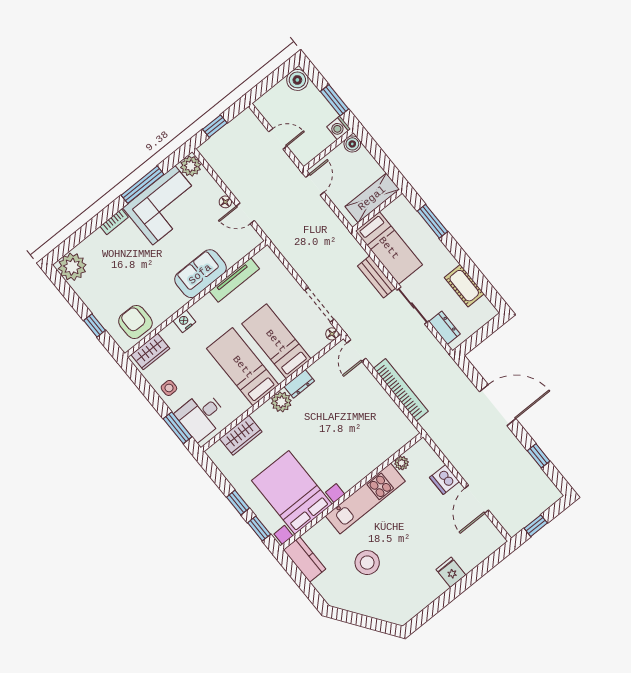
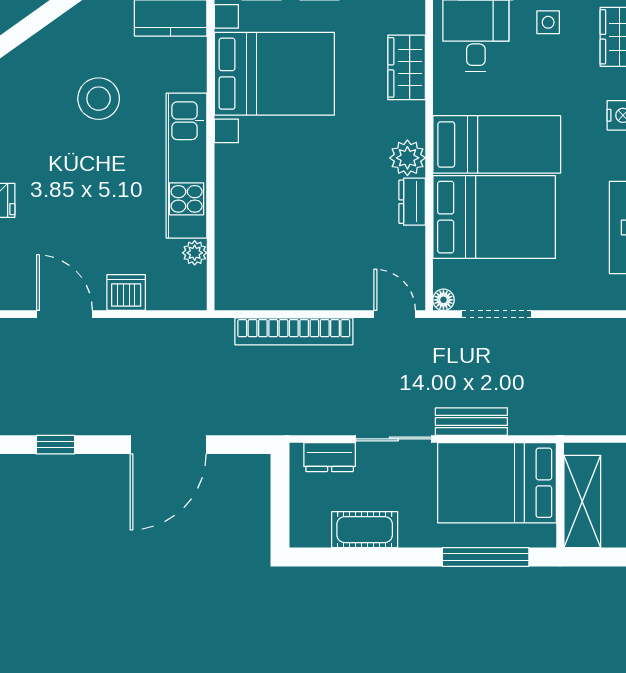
window: (432, 221) -> (486, 557), width x1.44
bed: (389, 248) -> (497, 483), width x1.50
bed: (276, 341) -> (494, 217), width x1.50

